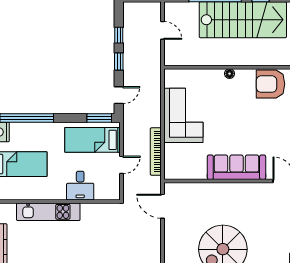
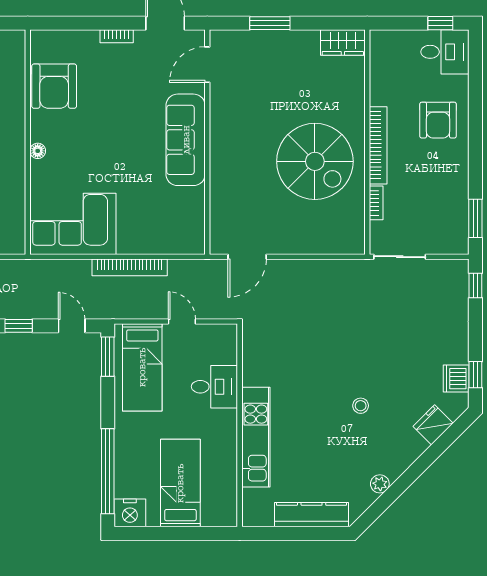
corner sofa: (183, 115) -> (73, 224), moved
bookcase: (156, 151) -> (130, 267), moved

